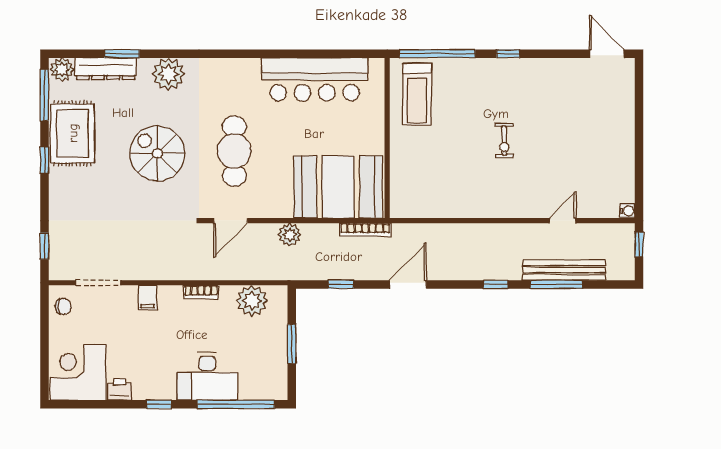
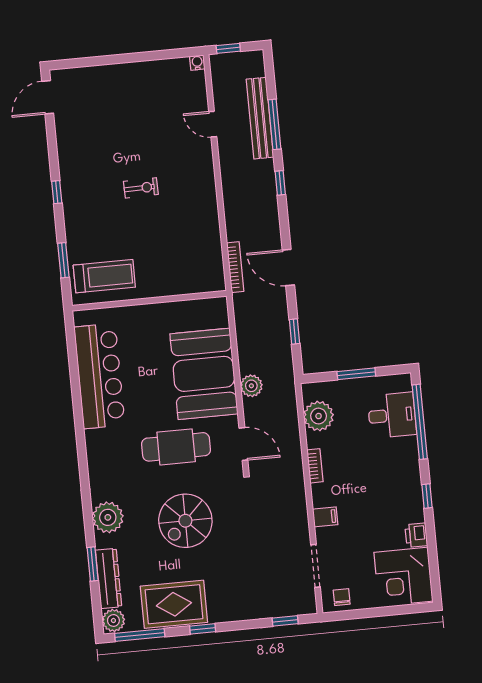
window: (437, 54) -> (63, 260), width x0.47
booth: (338, 187) -> (204, 374), moved
bookcase: (365, 230) -> (235, 267), moved
desk: (207, 376) -> (392, 415), moved, width x0.73

